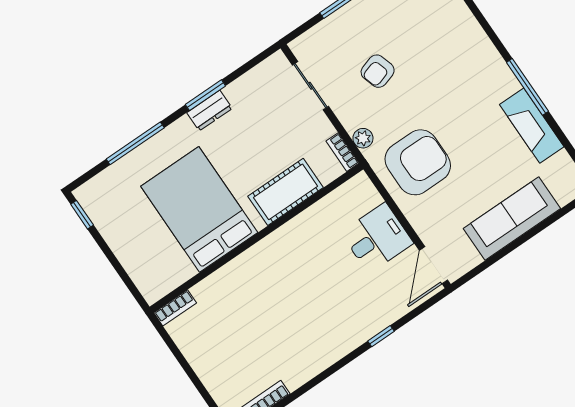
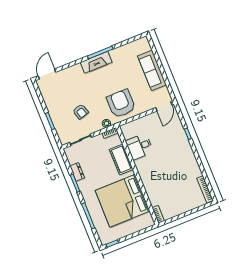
dresser: (210, 111) -> (77, 172), moved
fireplace: (532, 126) -> (96, 62), moved
bed: (199, 209) -> (123, 201), width x1.36
desk: (377, 238) -> (139, 147), moved, turned -90
door: (433, 265) -> (164, 106), hinge flipped

